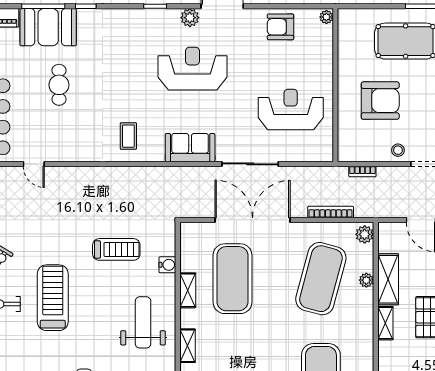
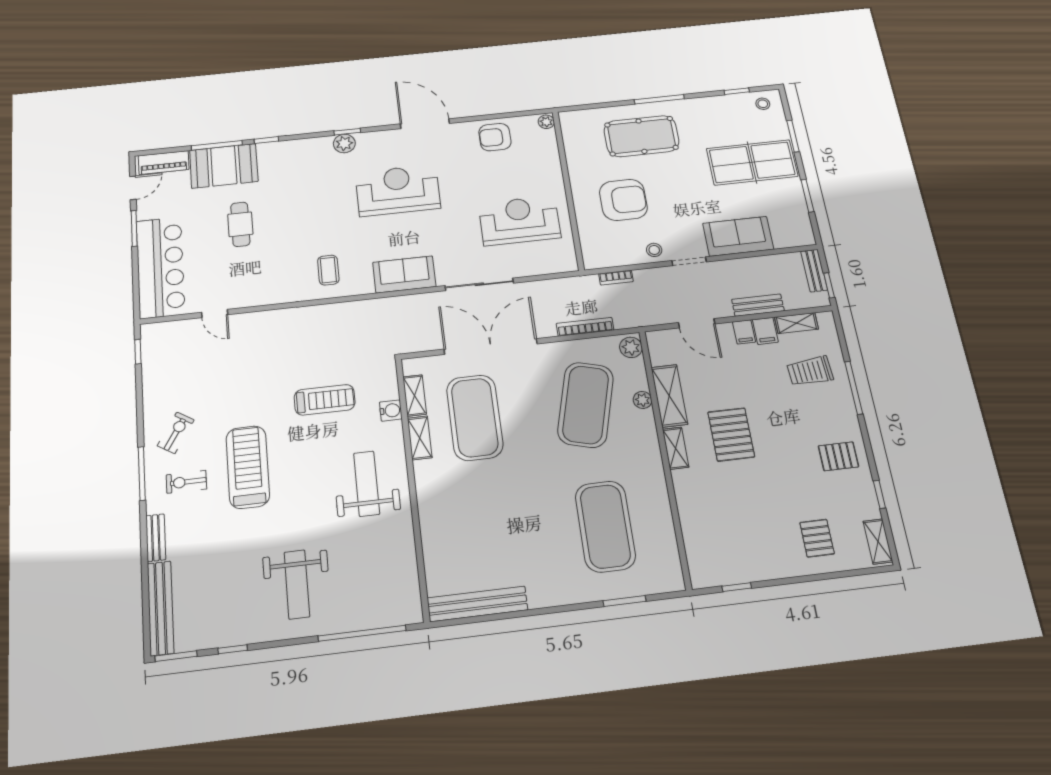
plant: (190, 18) -> (344, 143), moved
shelving: (187, 346) -> (415, 395), moved

